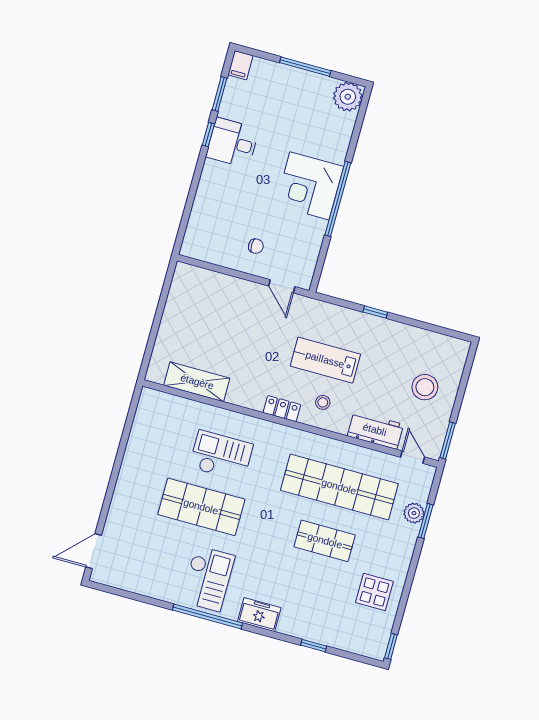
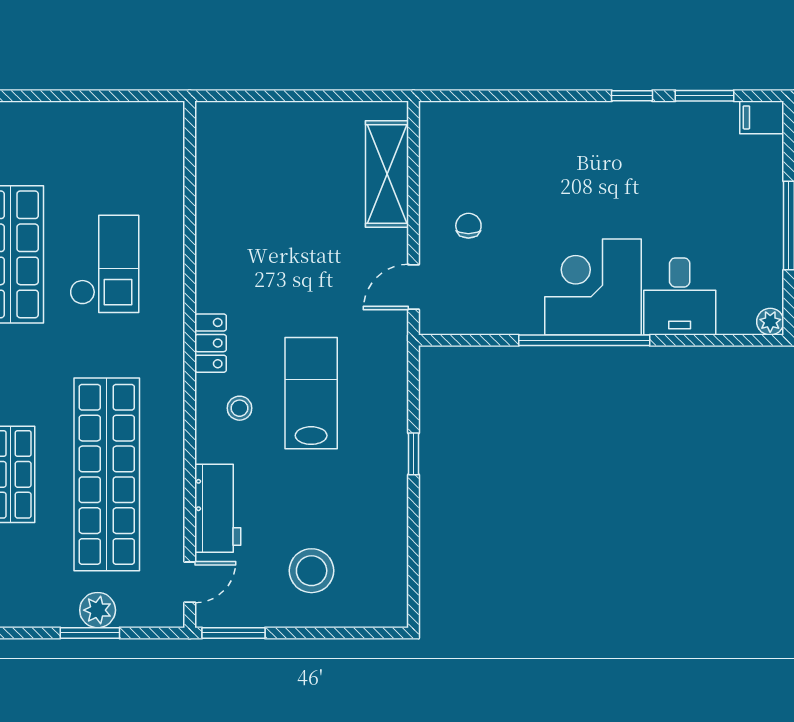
plant: (348, 97) -> (770, 322), width x0.53, depth x0.53
desk: (233, 143) -> (680, 296), moved, turned 180
chair: (256, 246) -> (468, 226), turned 180
shelving: (197, 382) -> (387, 174), moved

